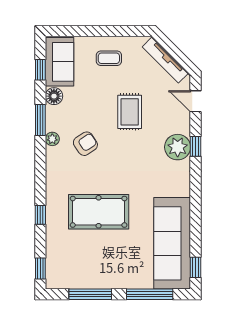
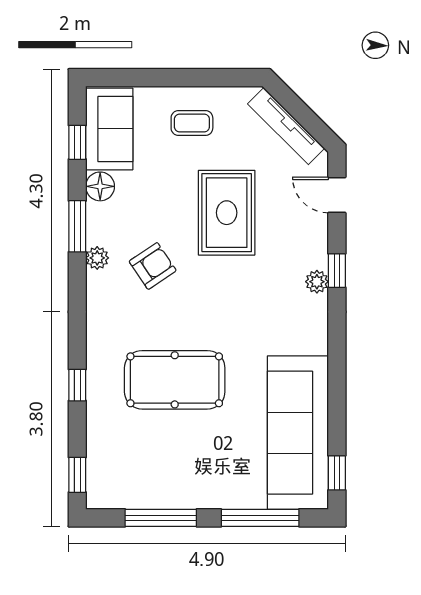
rug: (130, 112) -> (227, 213), width x1.36, depth x1.43
plant: (178, 147) -> (317, 282), width x0.53, depth x0.53

